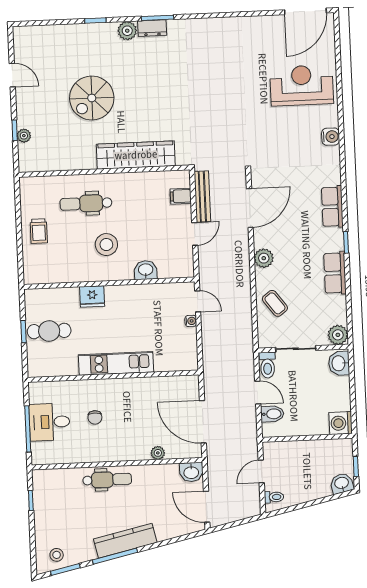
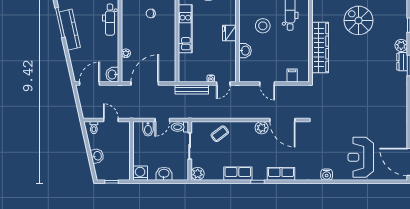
reception desk: (302, 85) -> (361, 157), turned 180
bench: (202, 196) -> (192, 90), moved
plant: (264, 258) -> (262, 128), moved
fridge: (92, 296) -> (229, 33), moved
washbasin: (339, 363) -> (164, 174), moved
washbasin: (342, 483) -> (97, 156), moved

